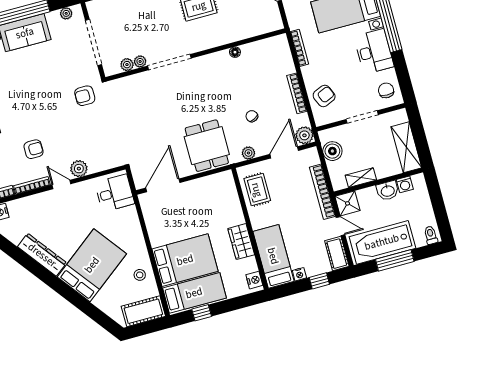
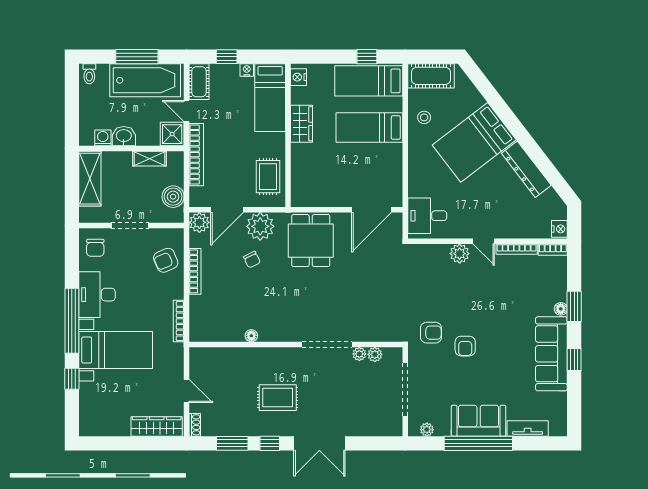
armchair: (34, 149) -> (465, 346), moved, turned -90
plant: (248, 153) -> (260, 226), width x1.88, depth x1.88
bed: (185, 260) -> (369, 127), width x0.67

